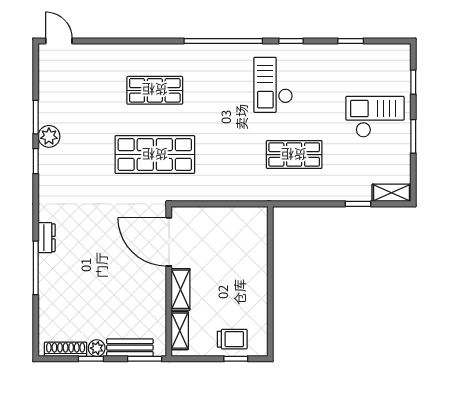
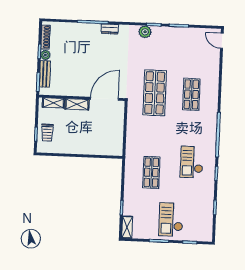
door: (59, 41) -> (222, 41), swing flipped
checkout: (273, 85) -> (192, 162), turned -90
checkout: (375, 117) -> (171, 220), turned 180
plant: (49, 136) -> (145, 32), moved

